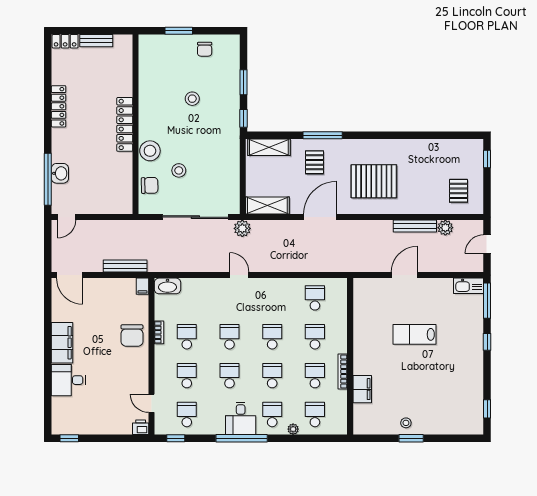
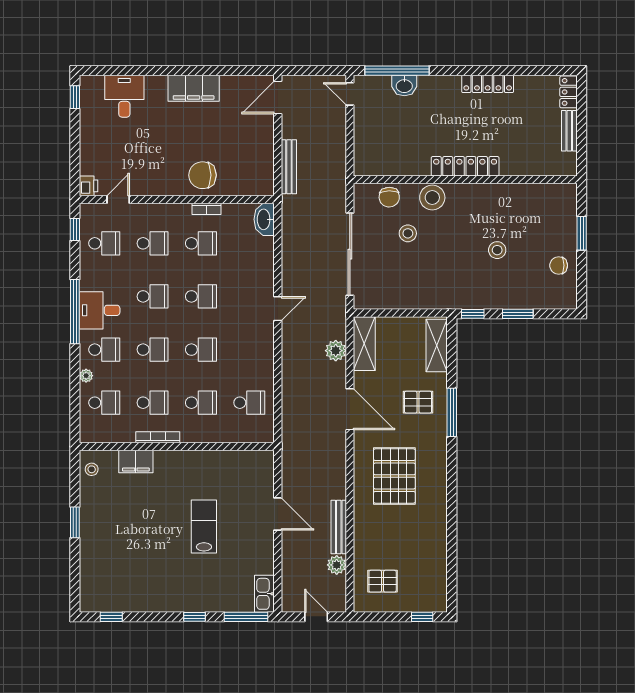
plant: (242, 228) -> (336, 351), moved
filing cabinet: (142, 286) -> (264, 188), removed
desk: (68, 380) -> (124, 96), moved
stool: (406, 423) -> (92, 469), moved

